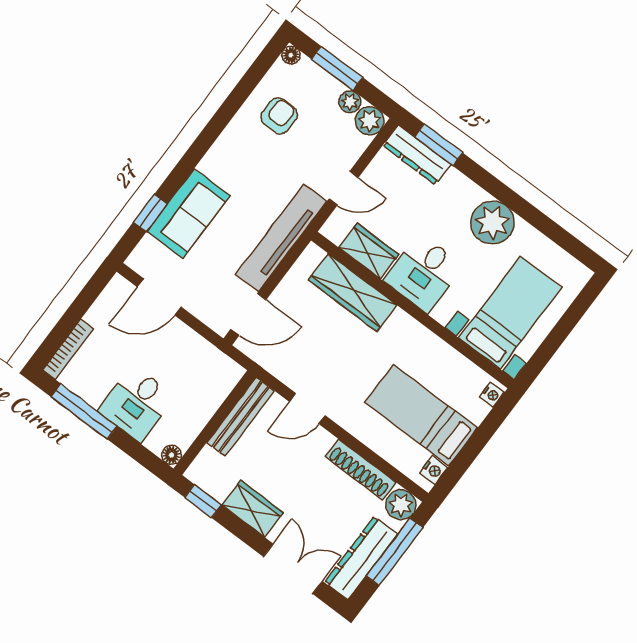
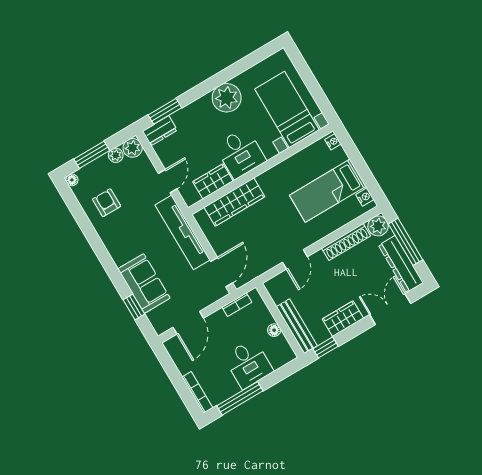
dresser: (417, 155) -> (160, 131), width x0.70
bookcase: (212, 354) -> (237, 305), added
bench: (241, 417) -> (297, 326), moved
floor lamp: (171, 455) -> (274, 330), moved

